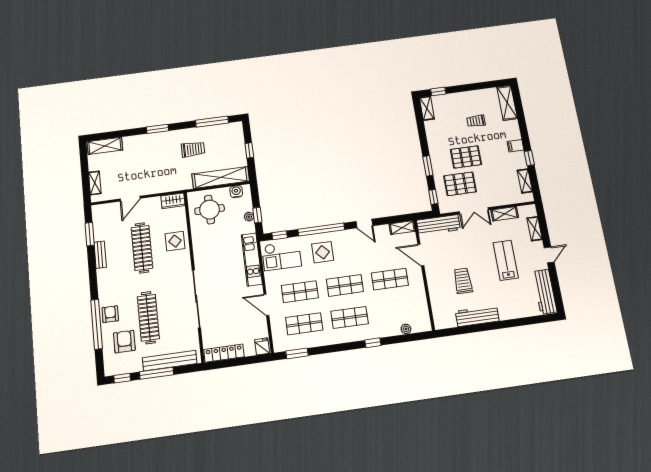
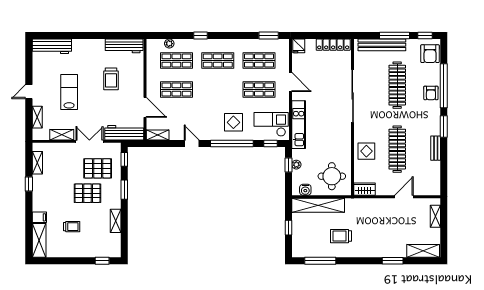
shelving: (427, 108) -> (116, 221), moved
window: (158, 129) -> (393, 261), moved
filing cabinet: (516, 146) -> (39, 217), moved
window: (90, 234) -> (444, 127), moved
lab bench: (506, 260) -> (69, 92), turned 180
shop shelf: (345, 285) -> (176, 60), moved
workbench: (545, 292) -> (52, 46), moved, turned 90
workbench: (477, 316) -> (124, 46), moved
armchair: (124, 342) -> (430, 54), moved

